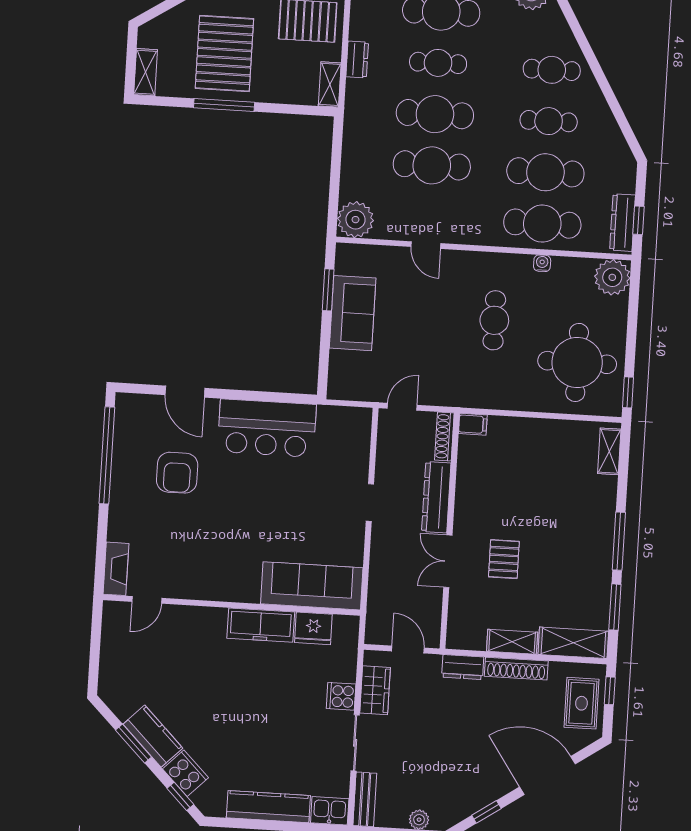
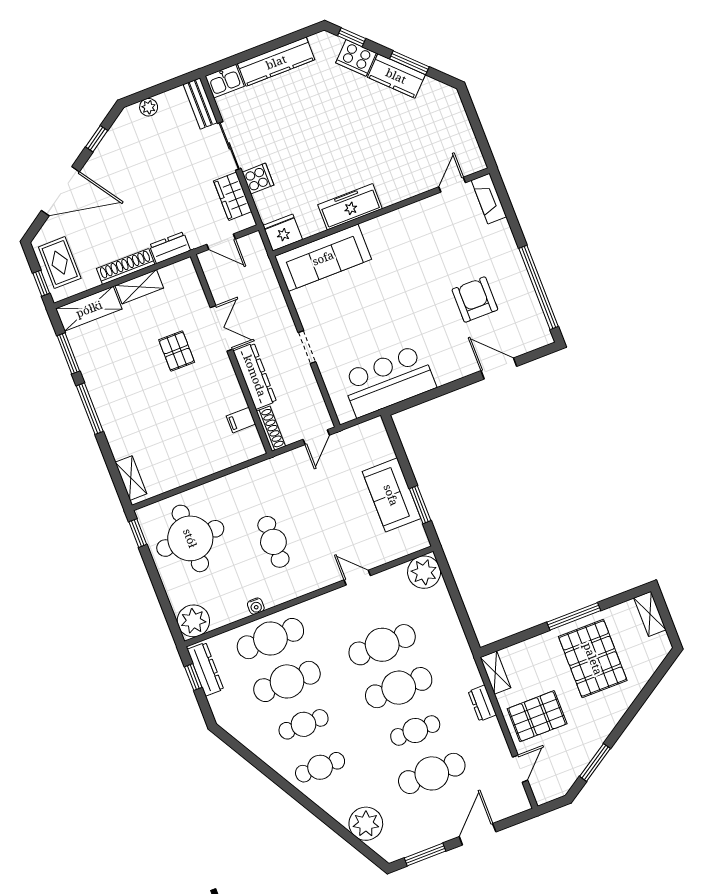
filing cabinet: (473, 424) -> (241, 420), moved
bar counter: (267, 428) -> (388, 381), moved
fridge: (313, 628) -> (283, 233), moved

